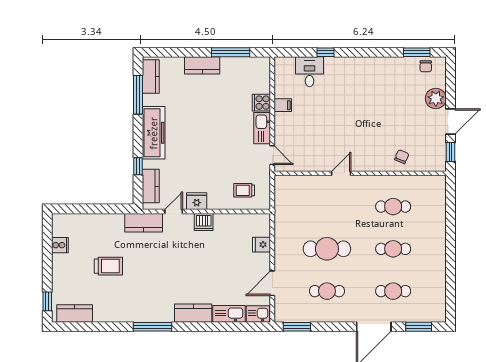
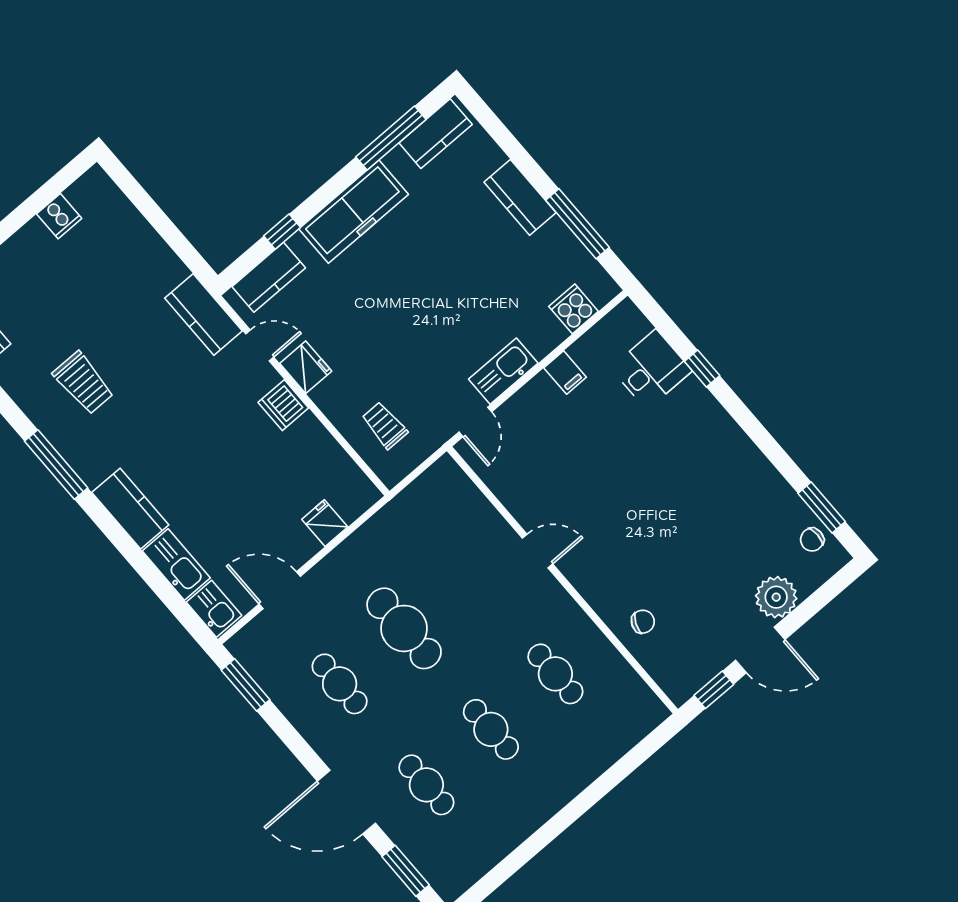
cooker: (261, 103) -> (574, 309), moved
trolley: (108, 266) -> (83, 383), moved

